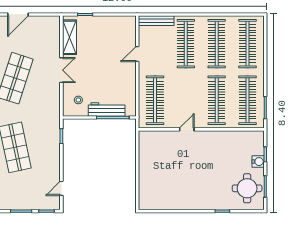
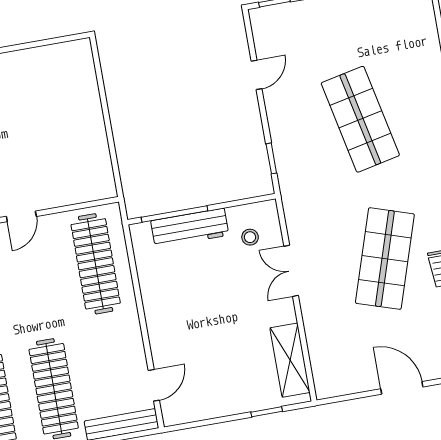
door: (18, 14) -> (402, 388), hinge flipped
door: (137, 54) -> (154, 385), moved
double door: (61, 70) -> (291, 271), moved
door: (61, 188) -> (257, 75), moved

